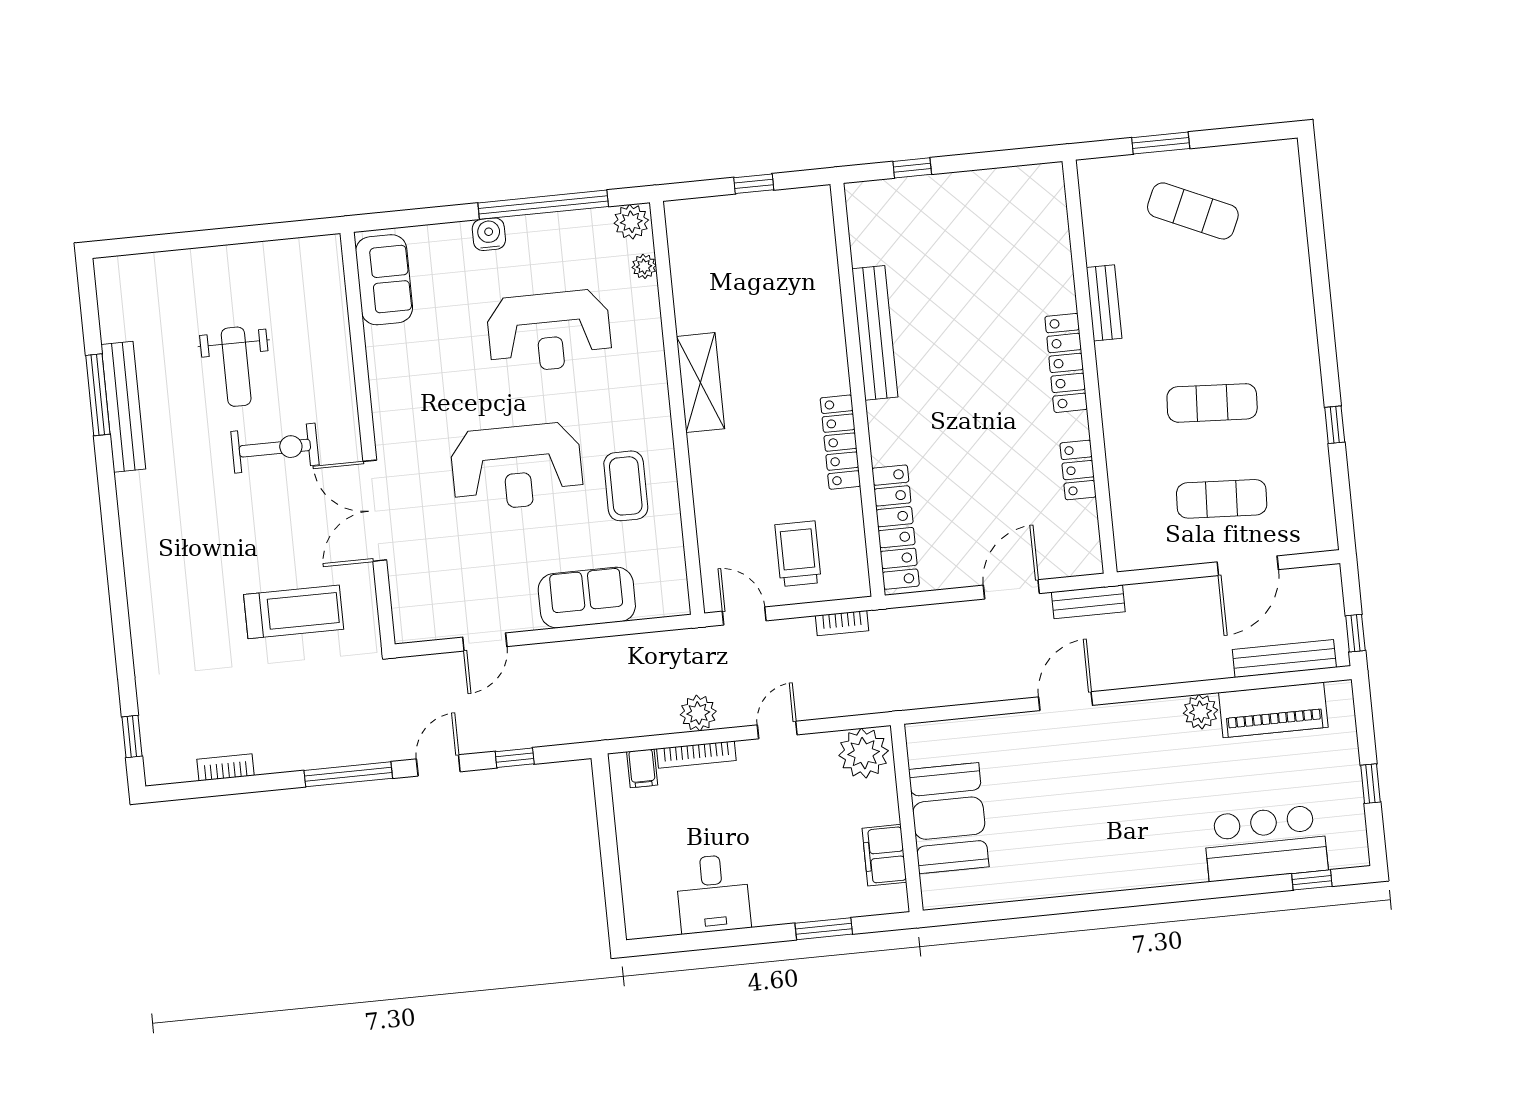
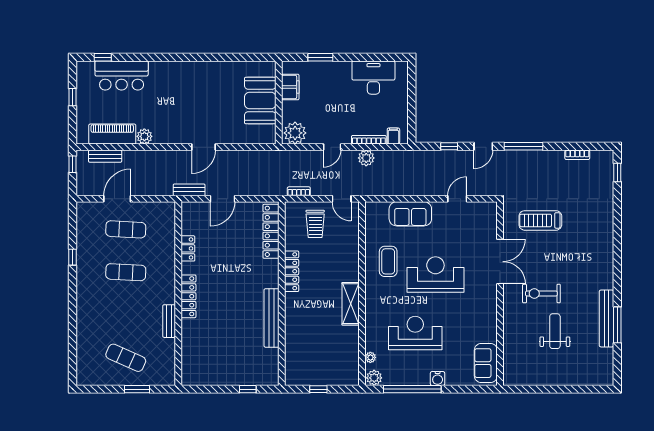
bench: (1284, 658) -> (105, 156), width x0.73
desk: (713, 894) -> (373, 78), width x1.37

